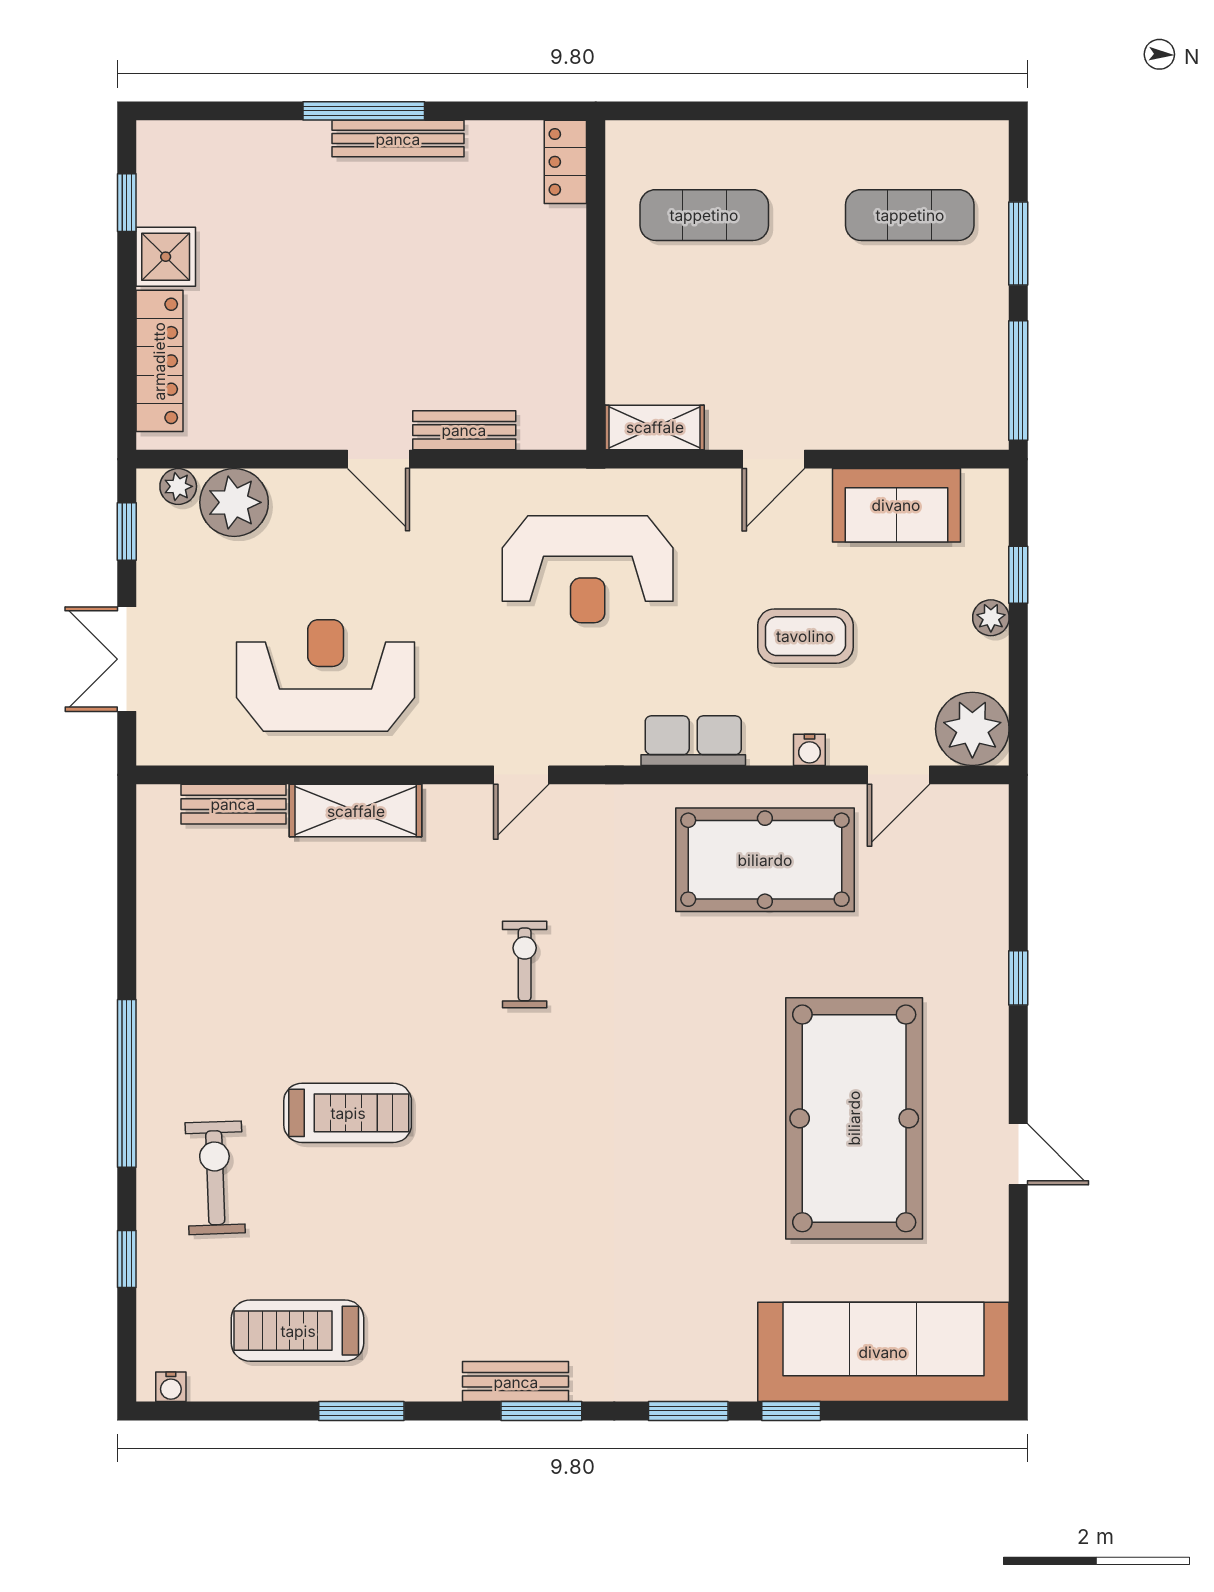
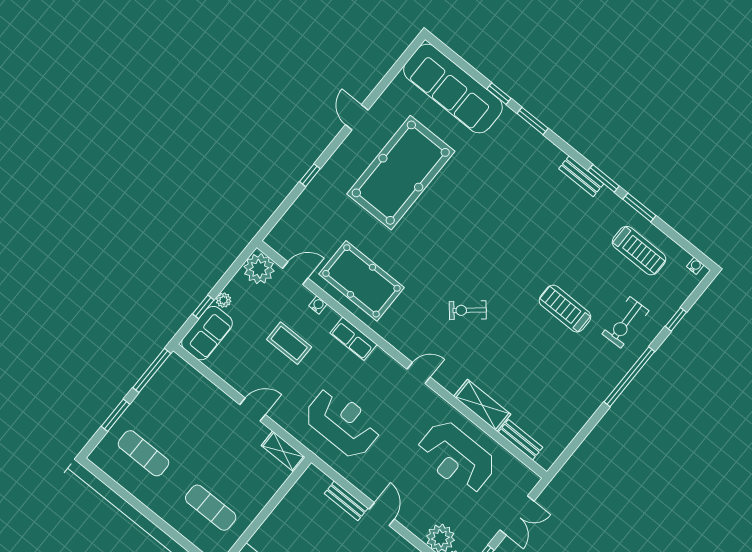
sofa: (896, 505) -> (207, 333), moved, turned 90
exercise bike: (525, 964) -> (468, 310), turned 50
window: (541, 1411) -> (604, 178), moved

